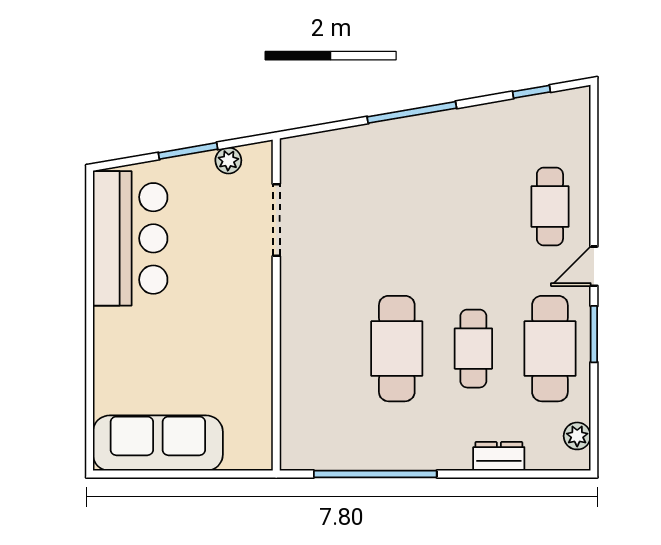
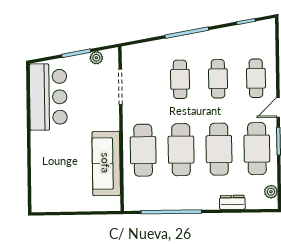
cafe table: (397, 206) -> (180, 79), added
cafe table: (473, 206) -> (218, 79), added
cafe table: (320, 349) -> (143, 150), added
cafe table: (473, 349) -> (219, 149), width x1.37, depth x1.35
sofa: (158, 443) -> (106, 163), moved, turned -90

